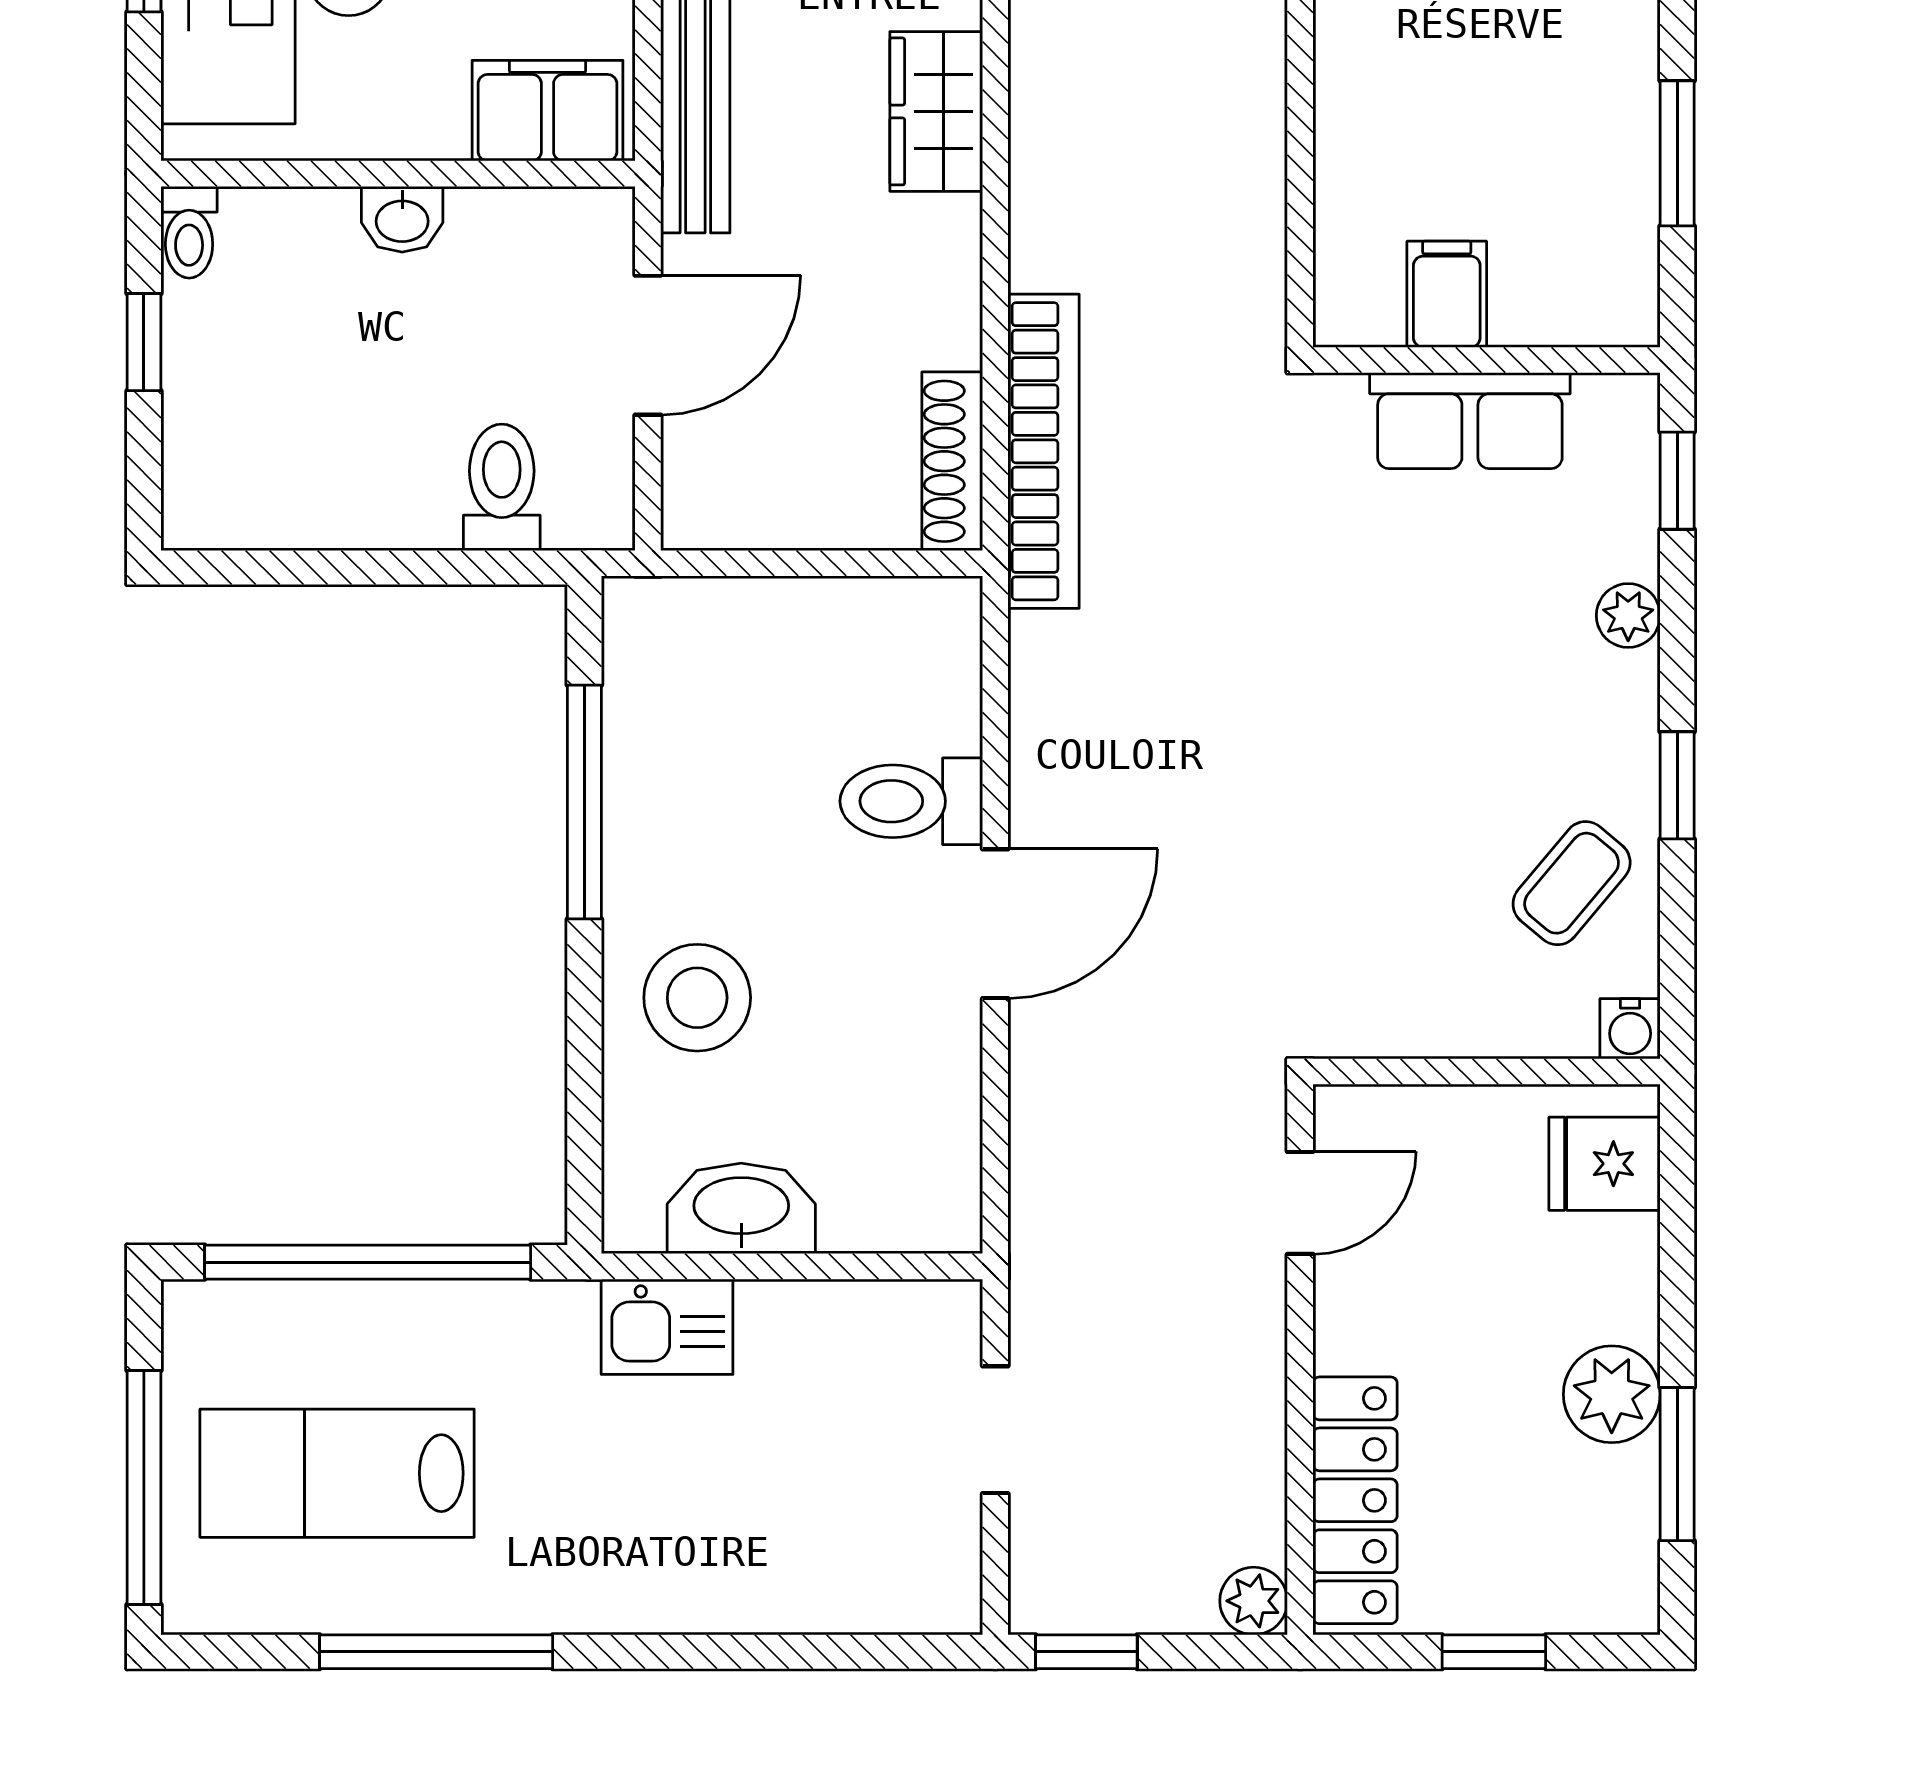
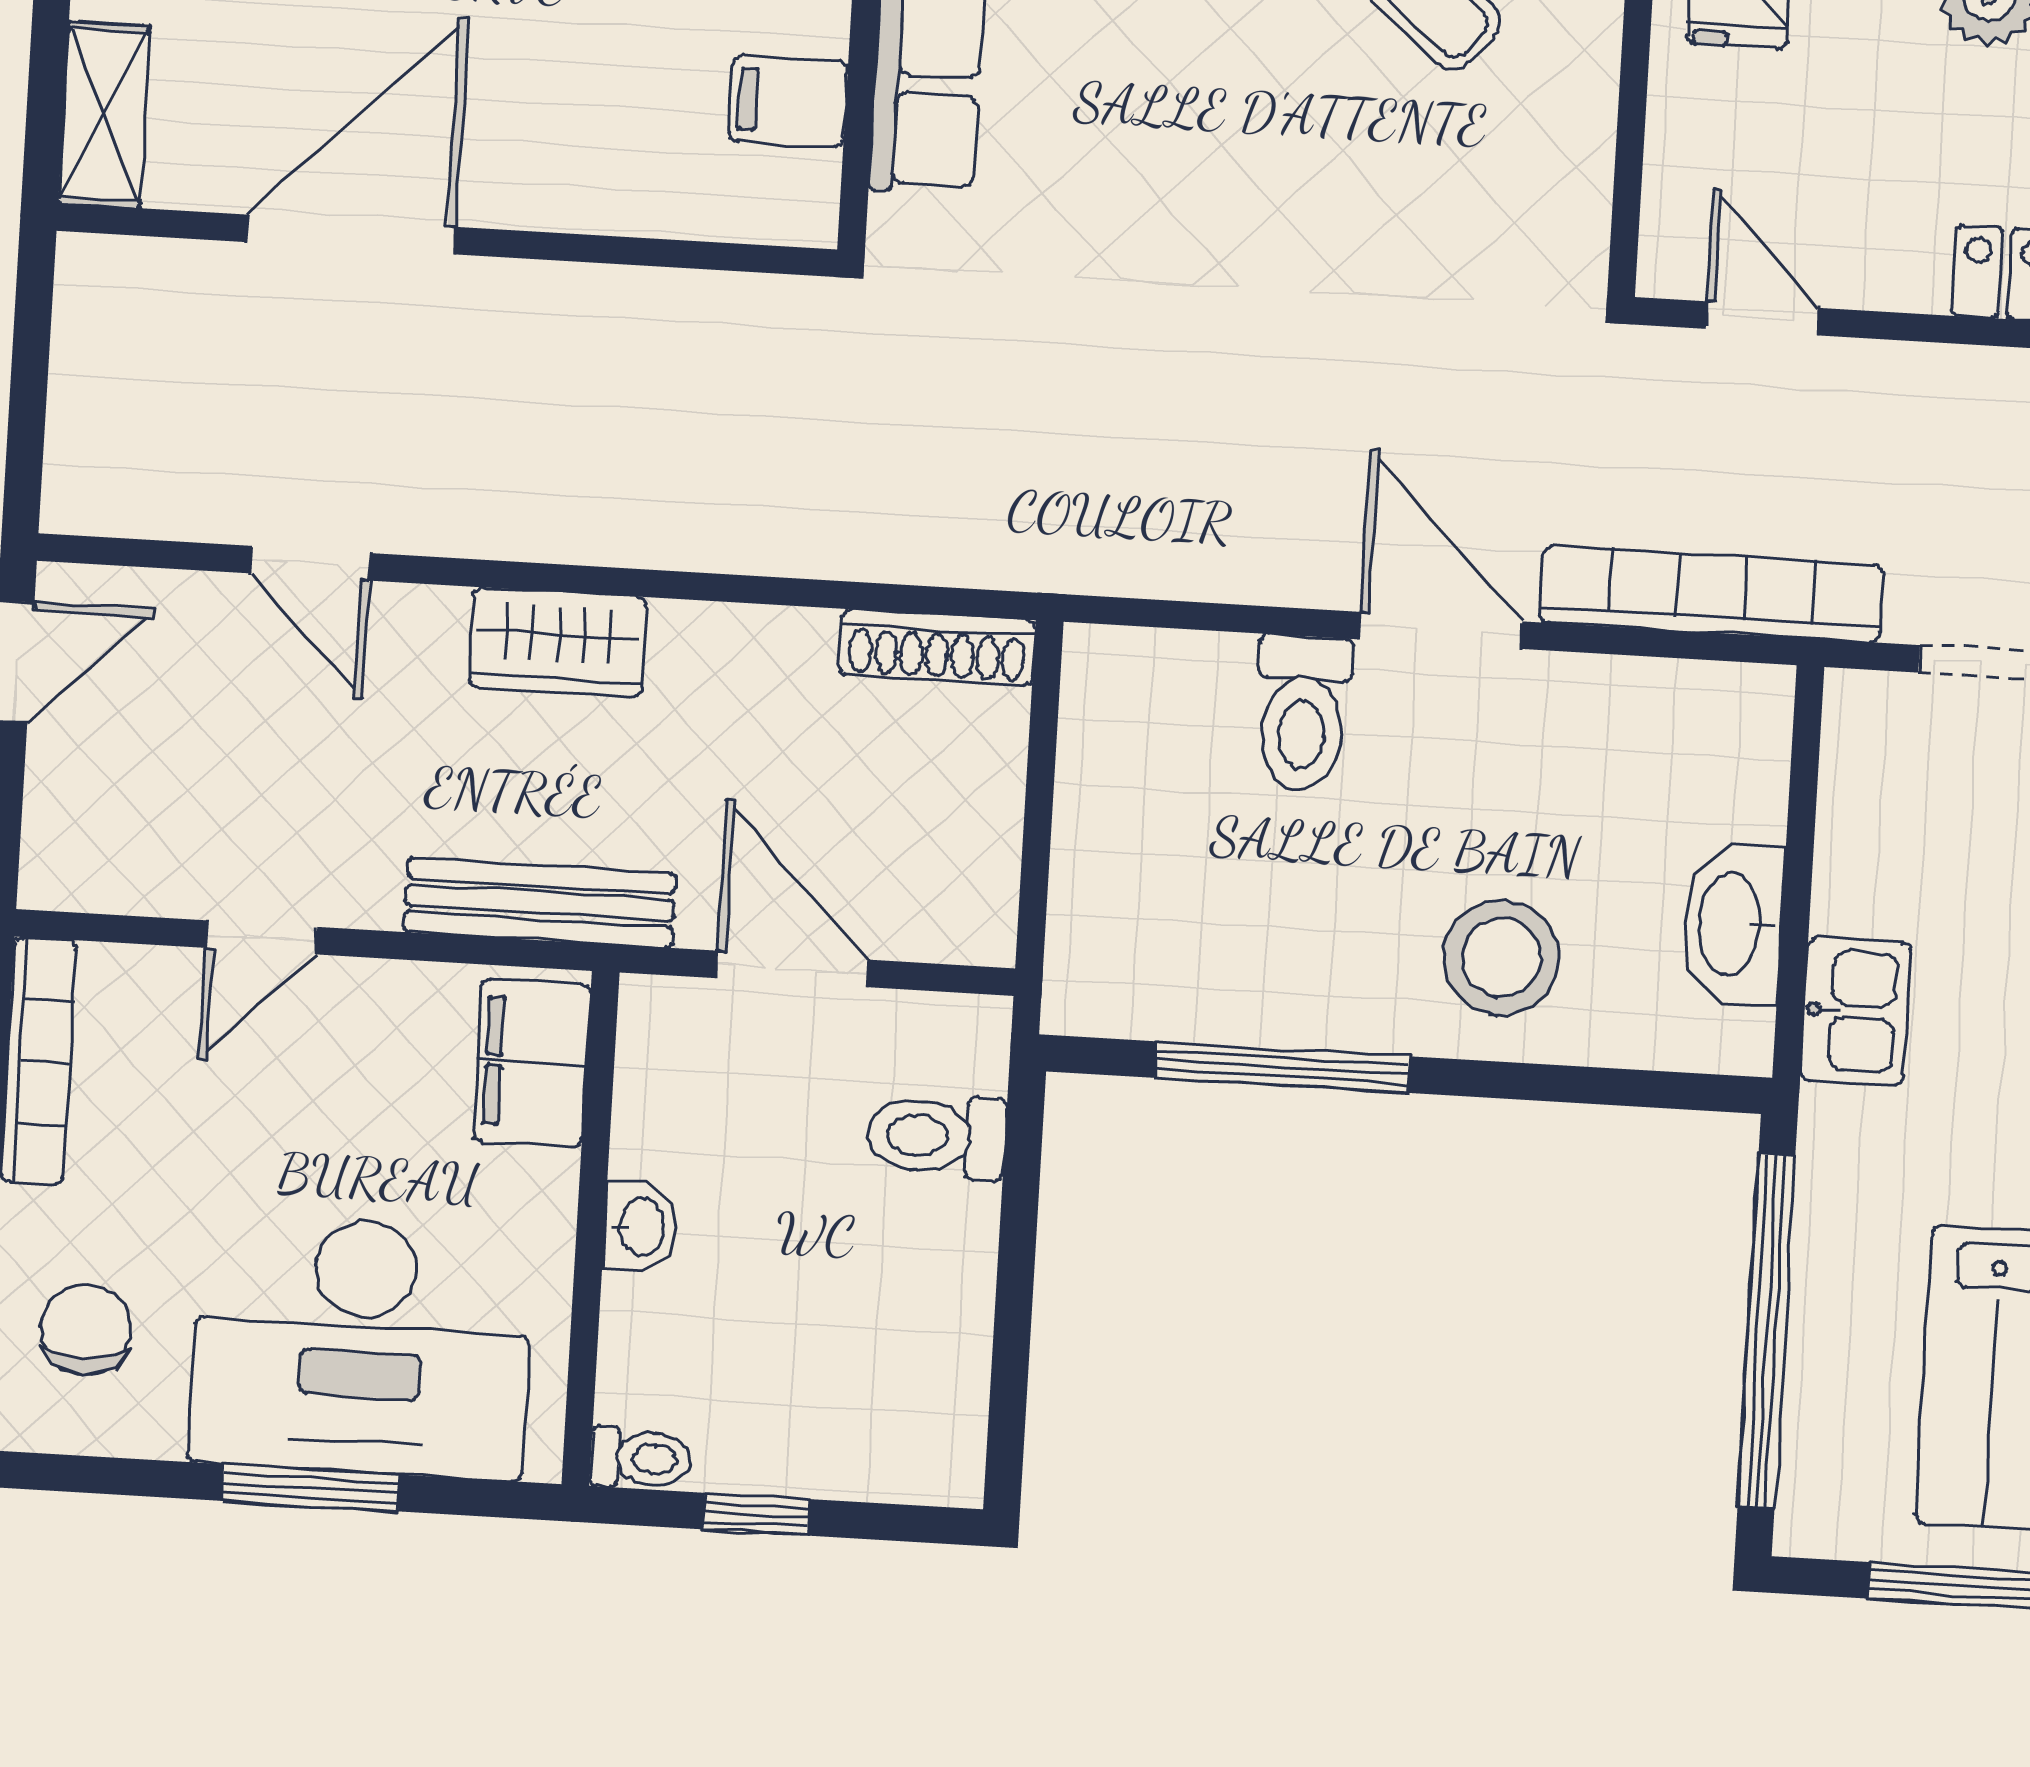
bookcase: (1044, 451) -> (1711, 594), moved

